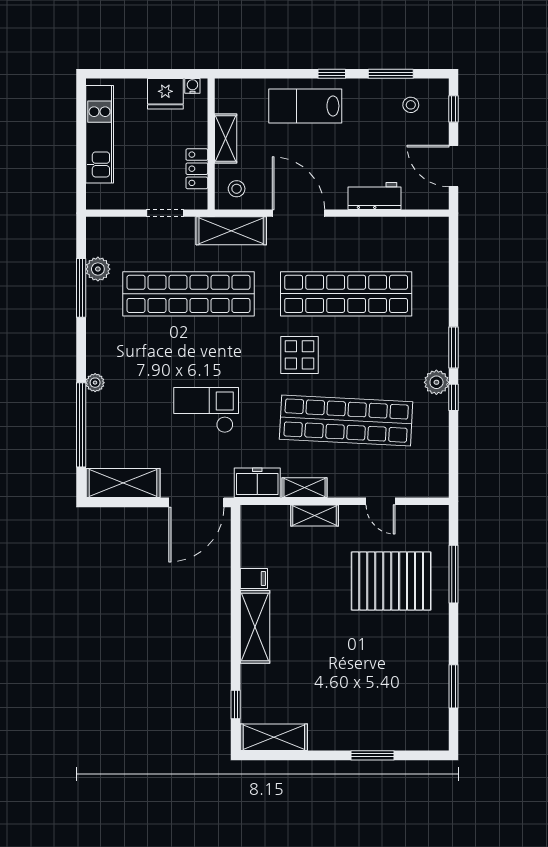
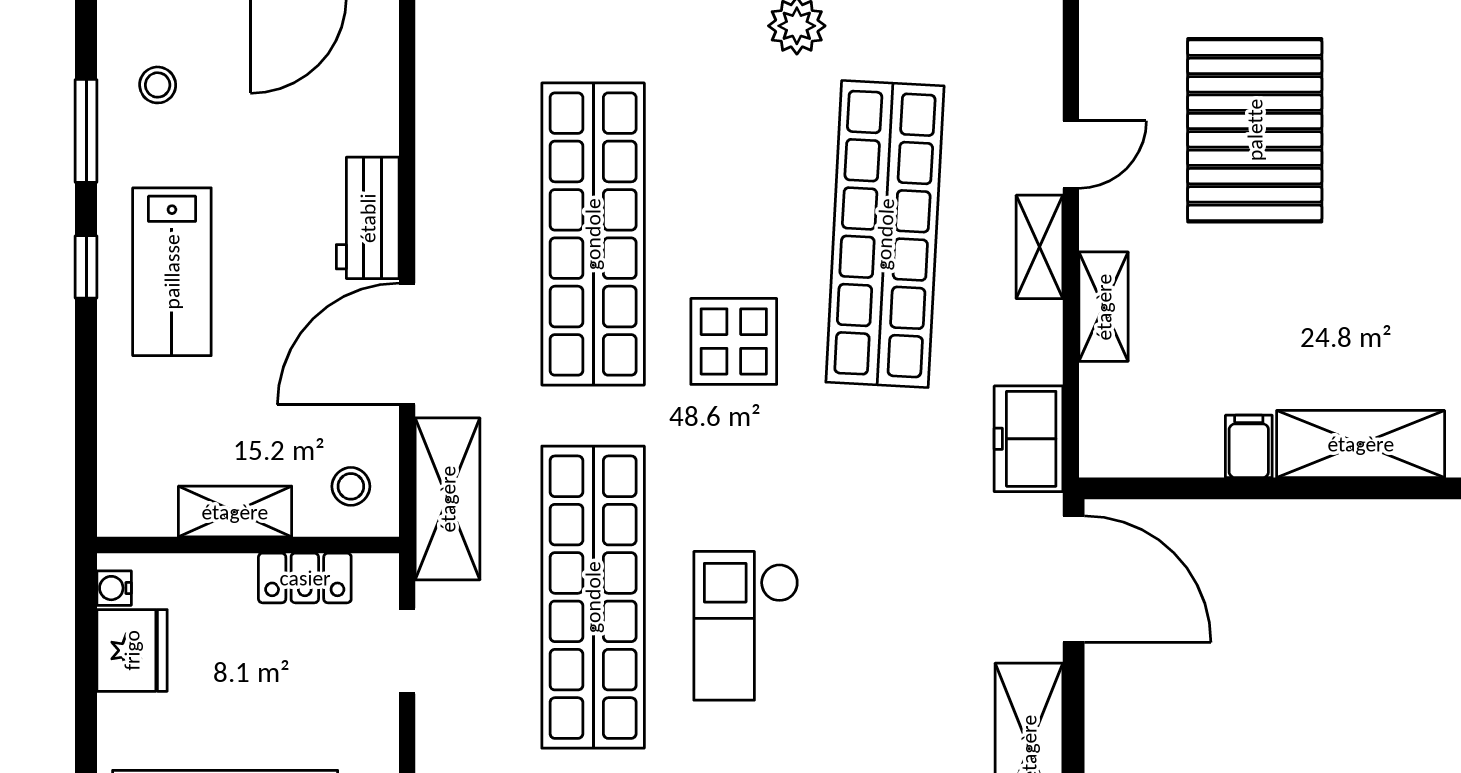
lab bench: (305, 106) -> (172, 272), moved
workbench: (374, 196) -> (368, 218), moved
checkout: (206, 410) -> (746, 626), moved
shelving: (304, 488) -> (1040, 247), moved

